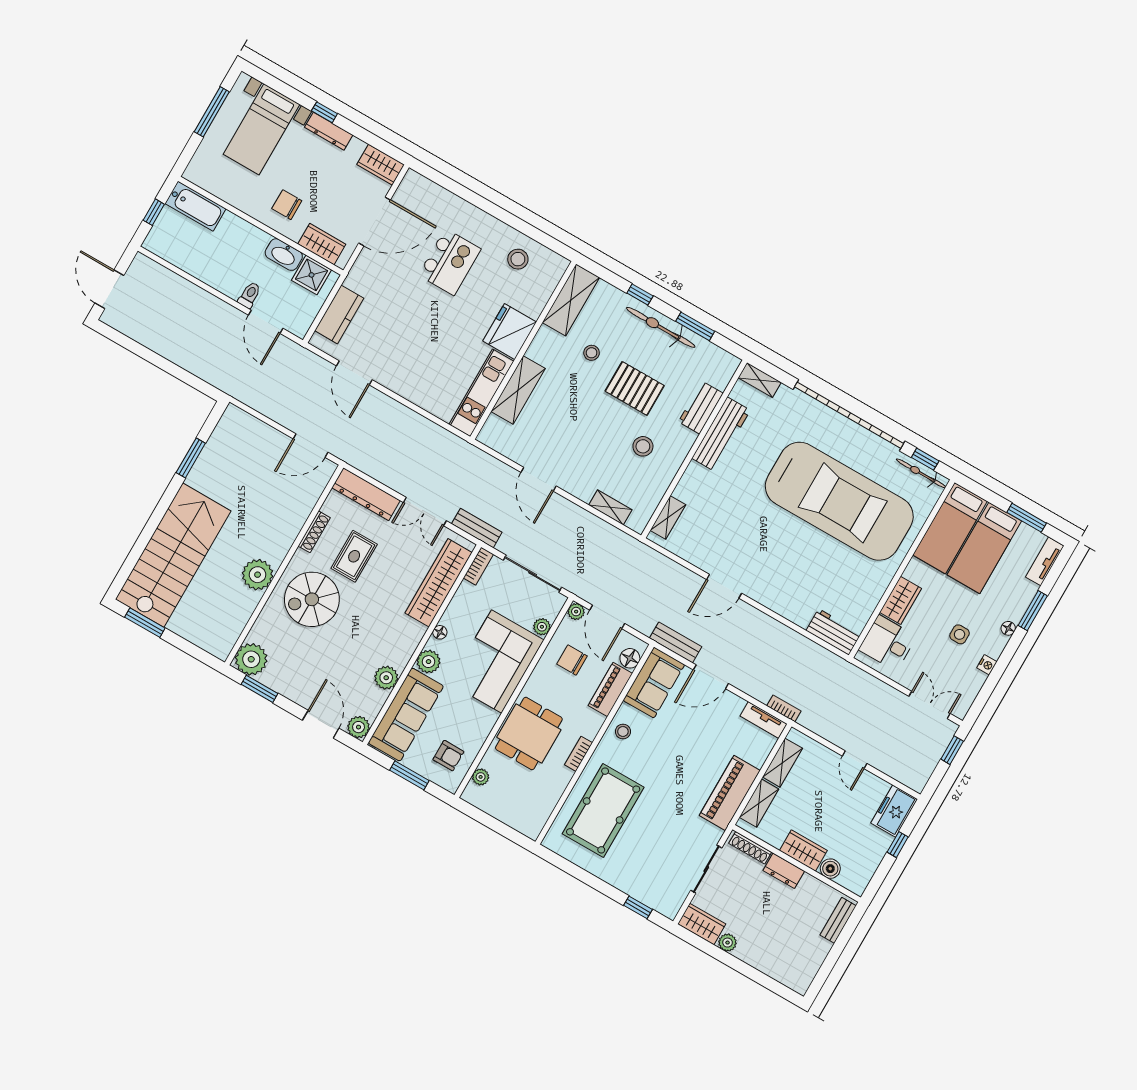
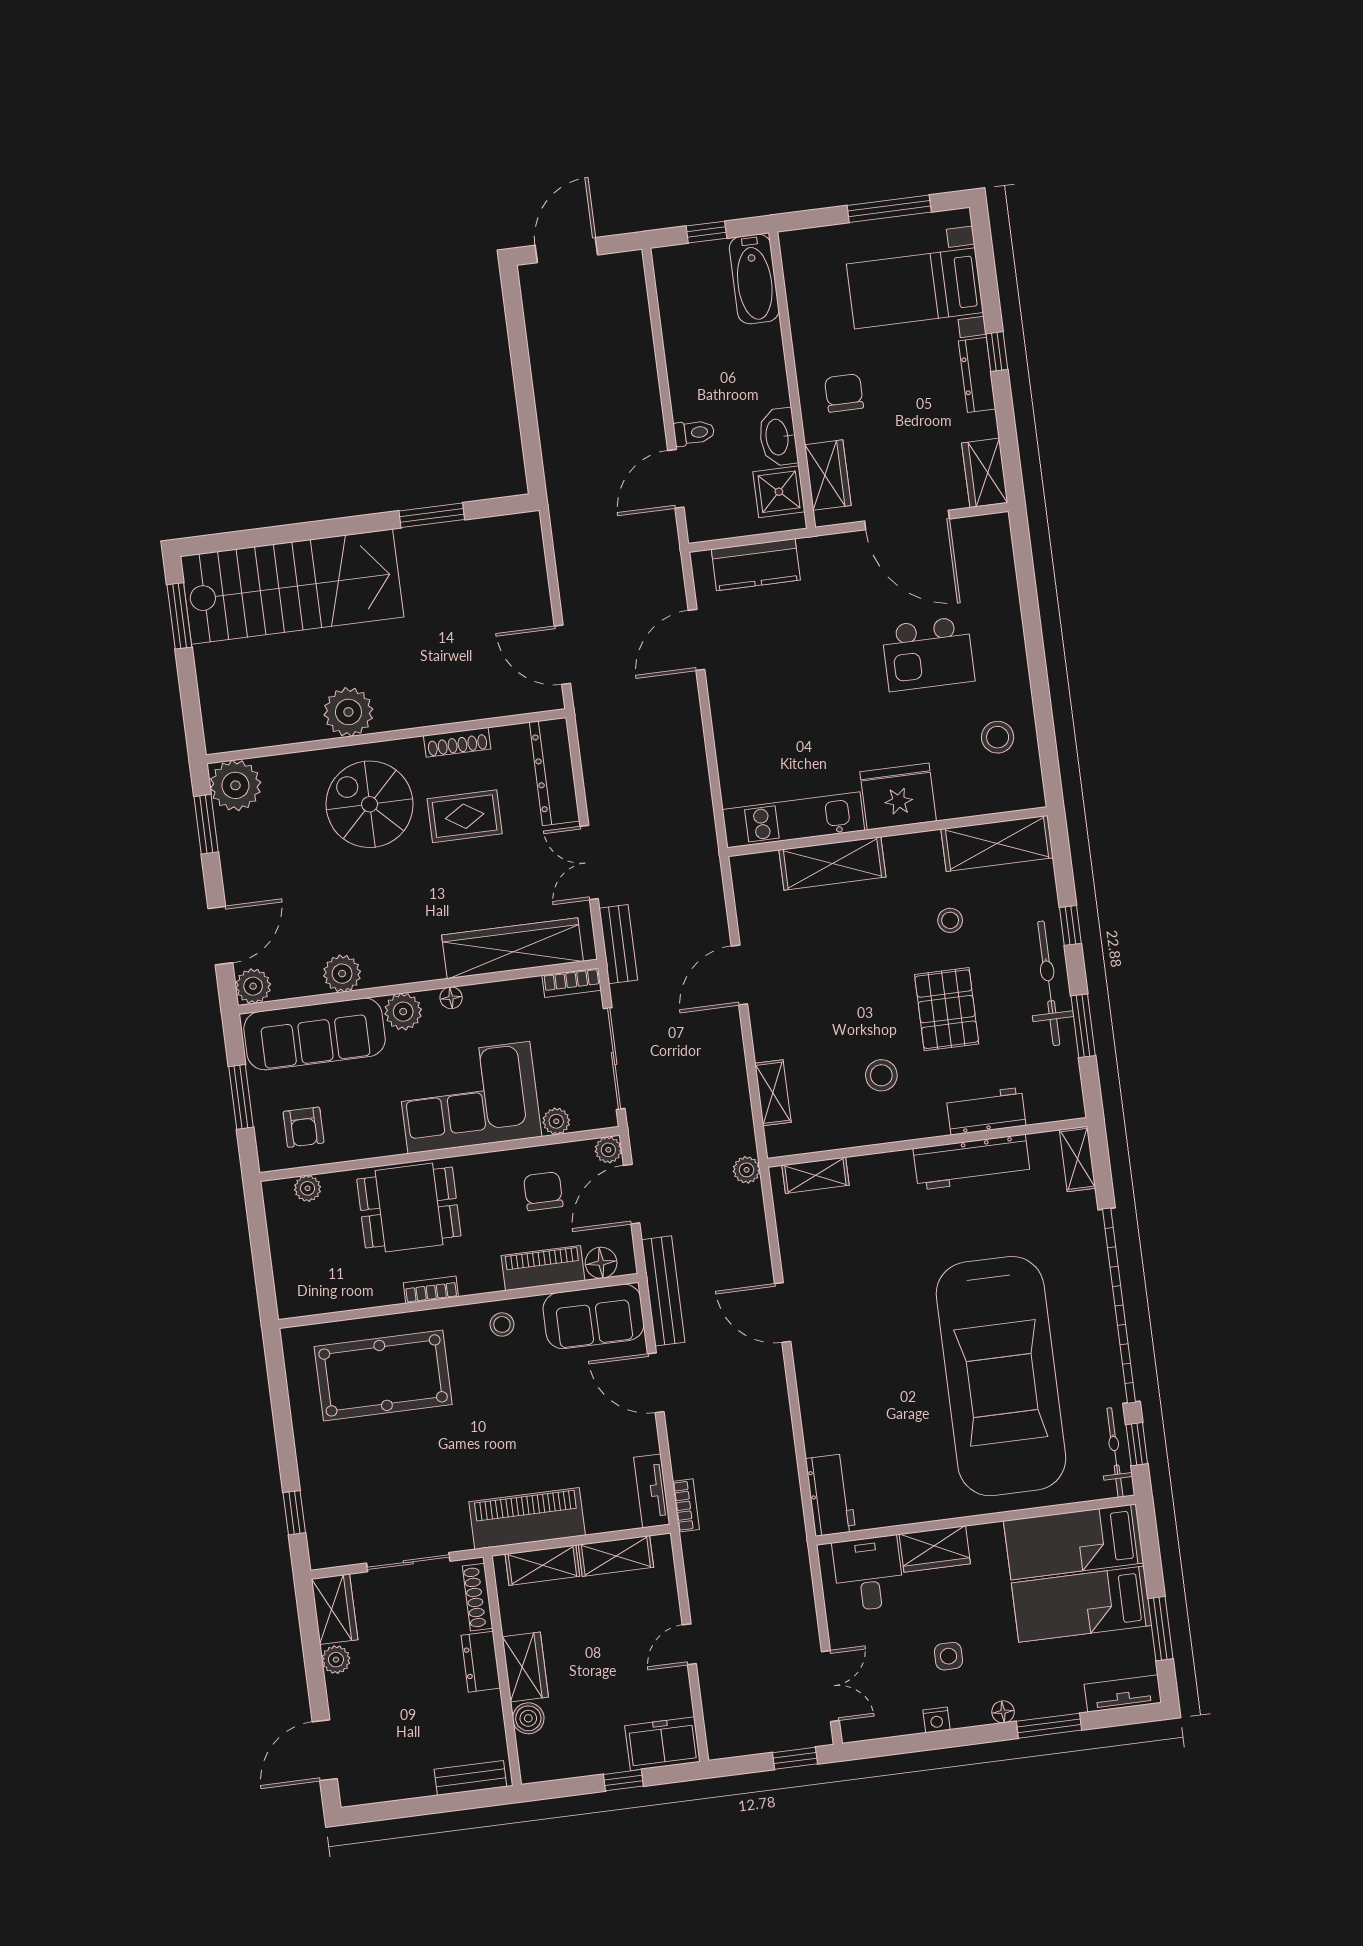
plant: (639, 550) -> (747, 1170), added
bench: (676, 642) -> (663, 1291), width x1.36
door: (769, 983) -> (325, 1750), added

